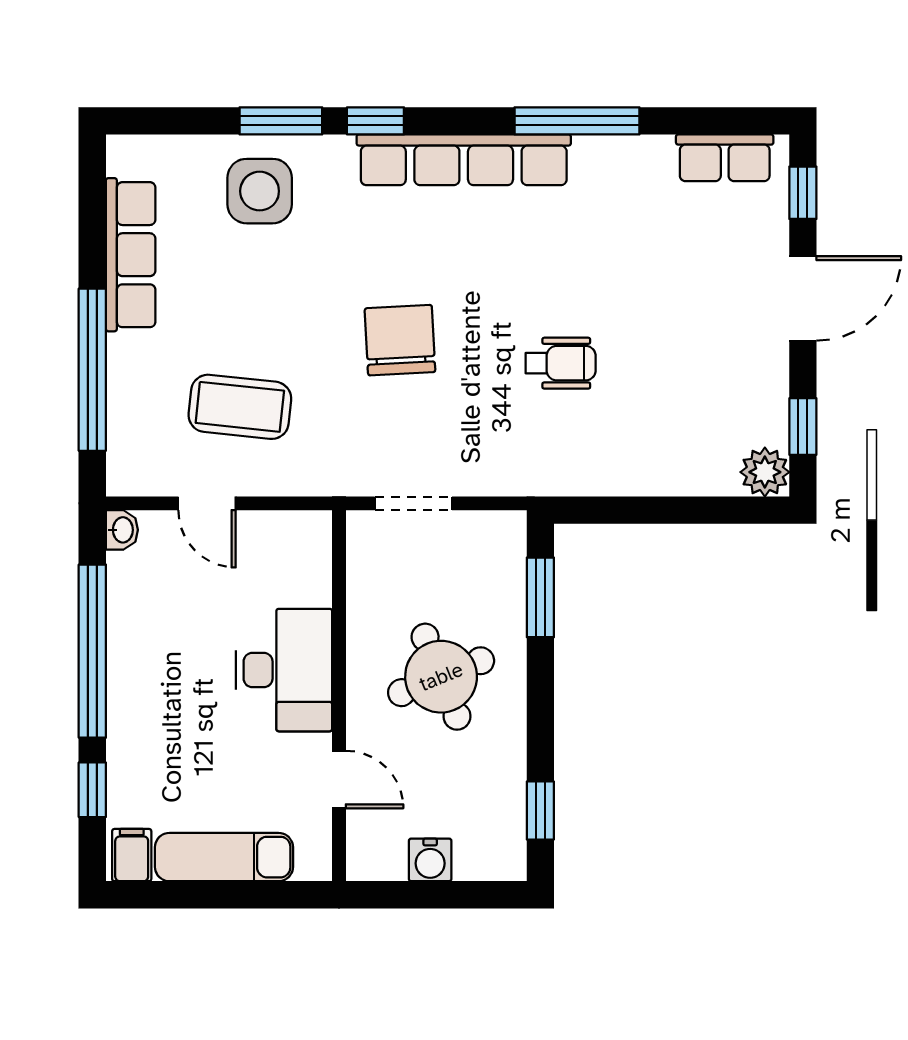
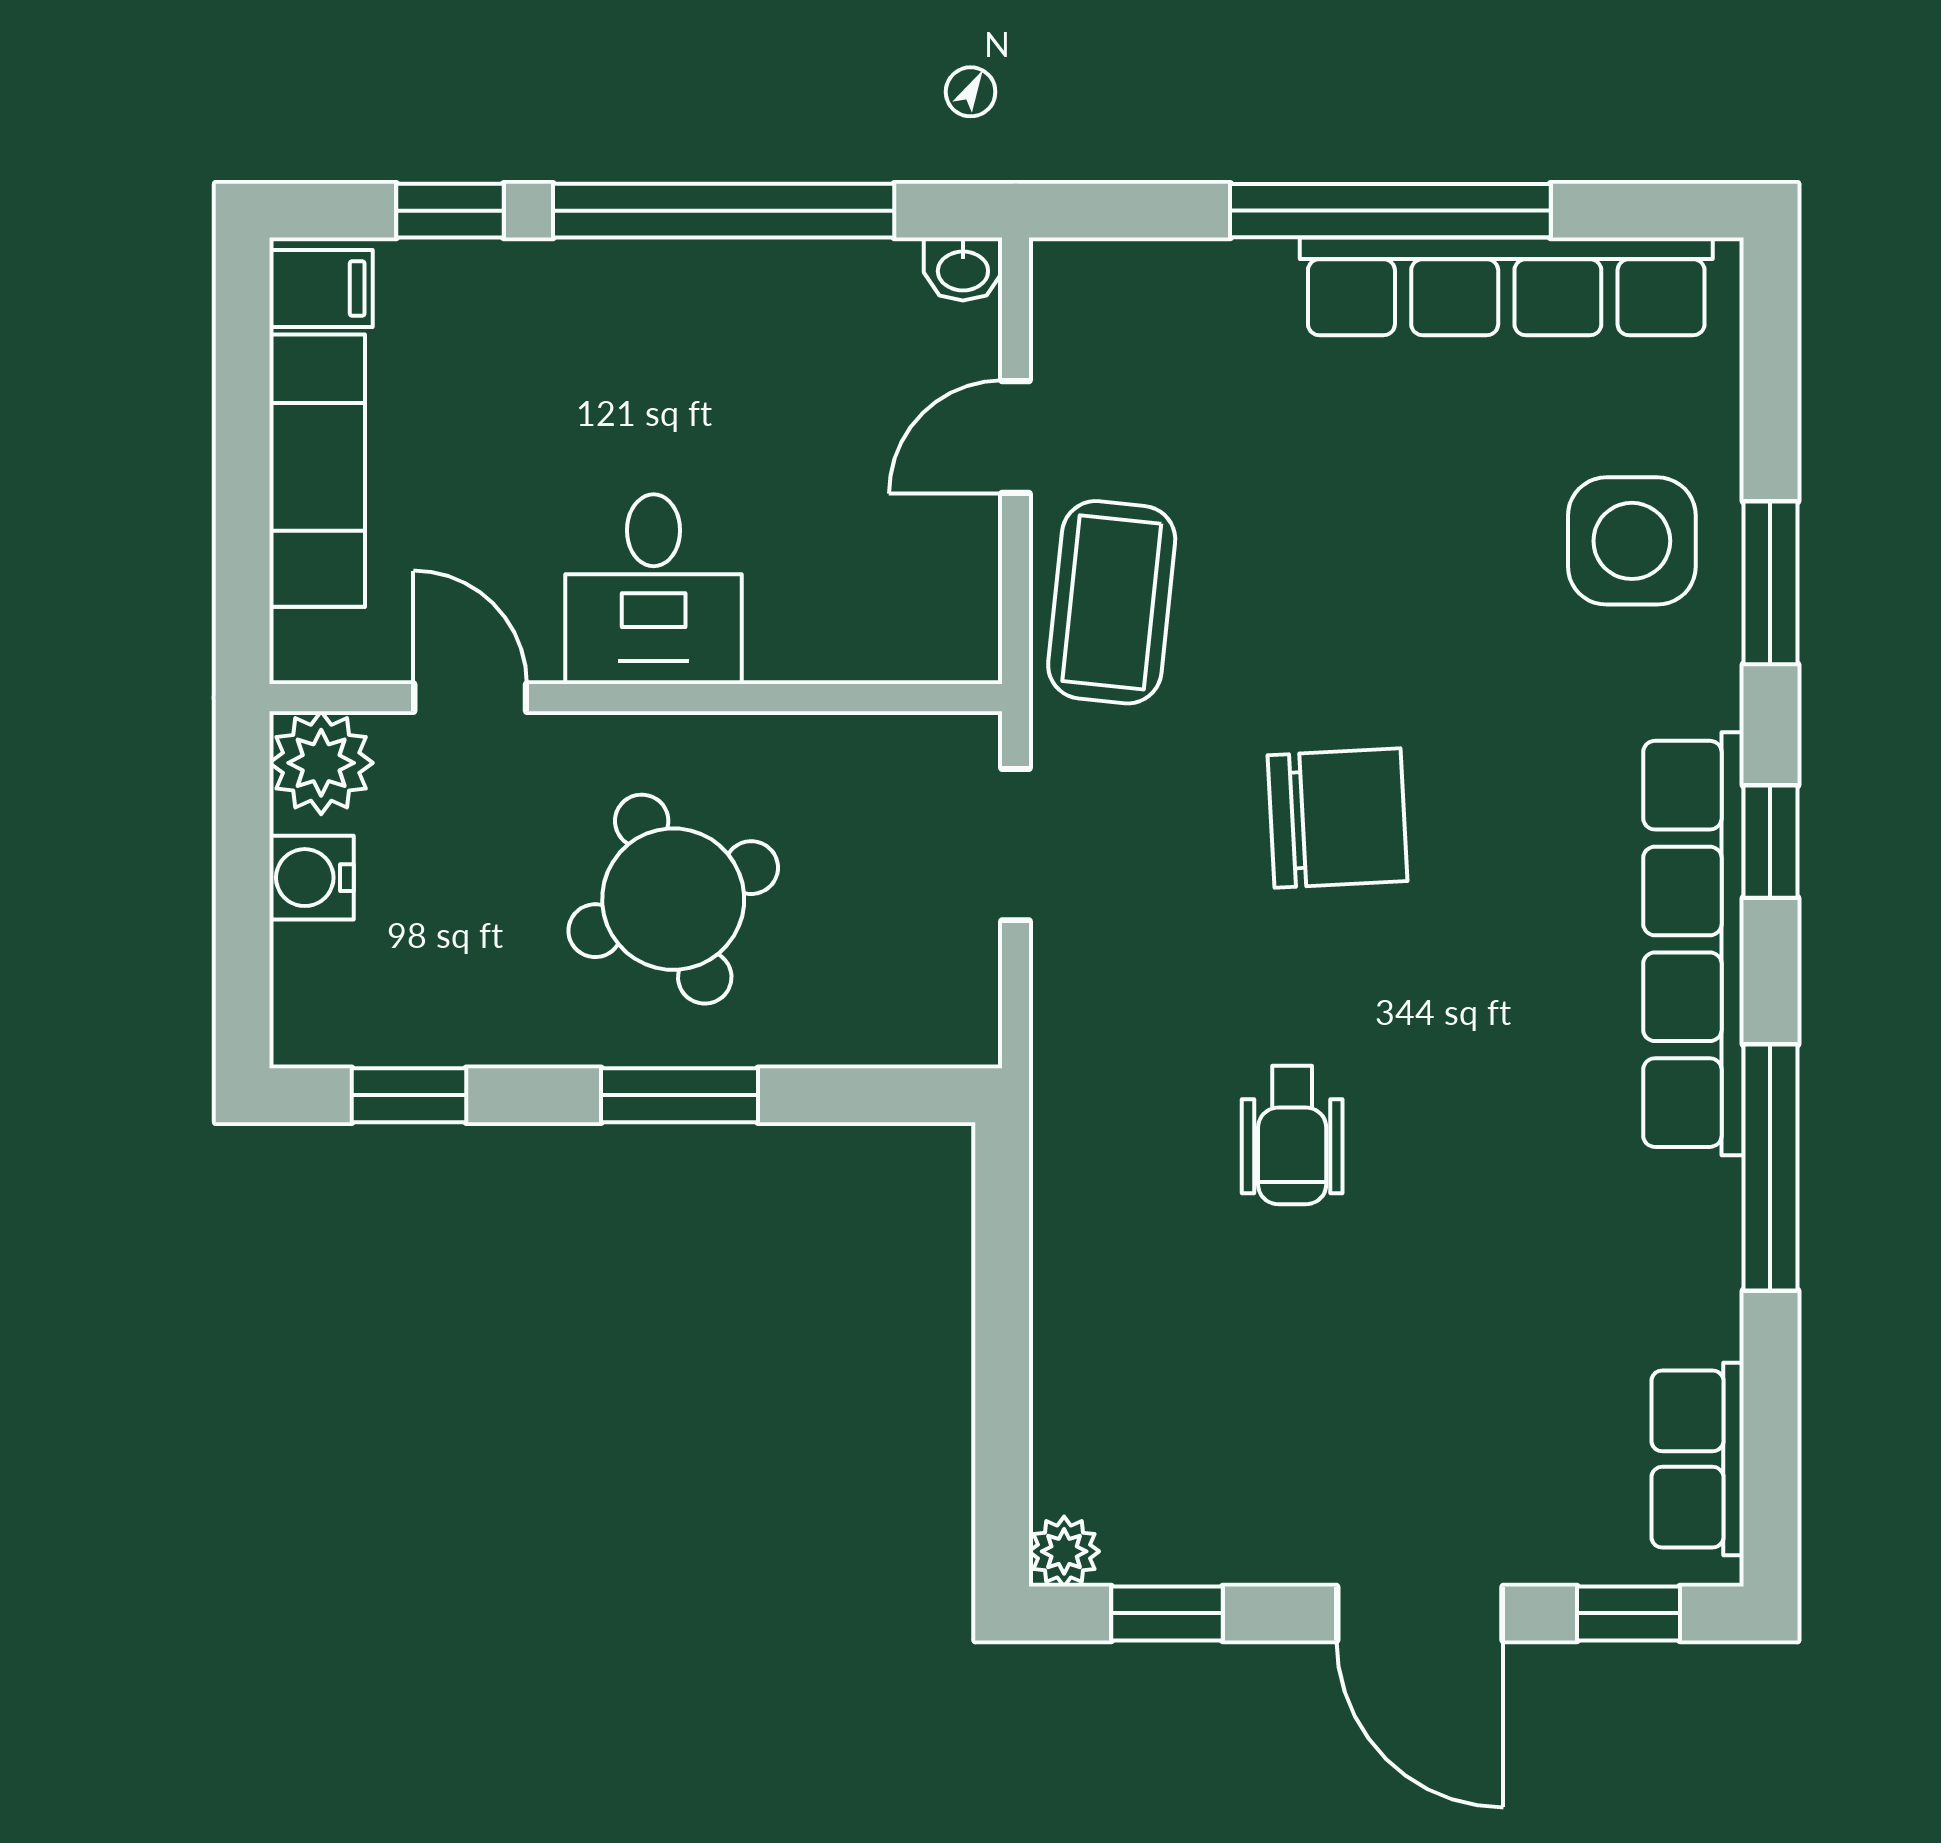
window: (375, 121) -> (1770, 842), moved
row of seats: (131, 255) -> (1506, 286), width x1.36
window: (92, 370) -> (1390, 211), moved
coffee table: (240, 407) -> (1112, 602), moved
plant: (765, 472) -> (1064, 1551), width x0.73, depth x0.73
window: (540, 597) -> (680, 1095), moved
desk: (284, 670) -> (654, 589), width x0.73
door: (339, 780) -> (470, 698), swing flipped
plant: (372, 855) -> (321, 763), added

